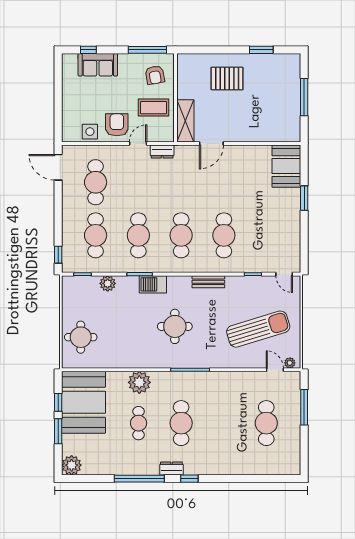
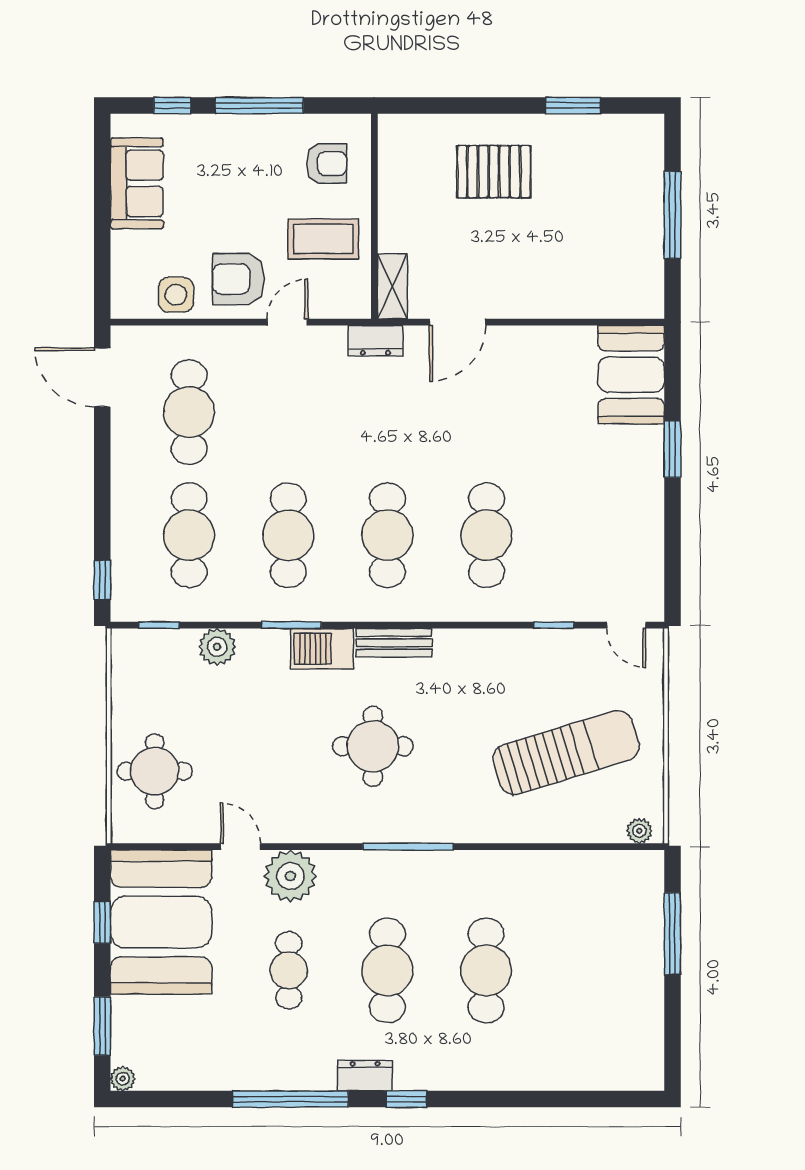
window: (147, 50) -> (259, 106), moved
sofa: (98, 65) -> (137, 183), moved, turned -90
armchair: (155, 75) -> (326, 164), turned -80
shelving: (185, 121) -> (392, 286), width x0.67, depth x0.75
armchair: (117, 125) -> (238, 279), turned -90
dresser: (162, 151) -> (375, 341), moved
bench: (208, 282) -> (394, 643), moved
door: (275, 370) -> (241, 847), moved
cafe table: (266, 423) -> (486, 970), moved
window: (58, 431) -> (102, 1026), moved
plant: (72, 465) -> (123, 1079), width x0.53, depth x0.53

